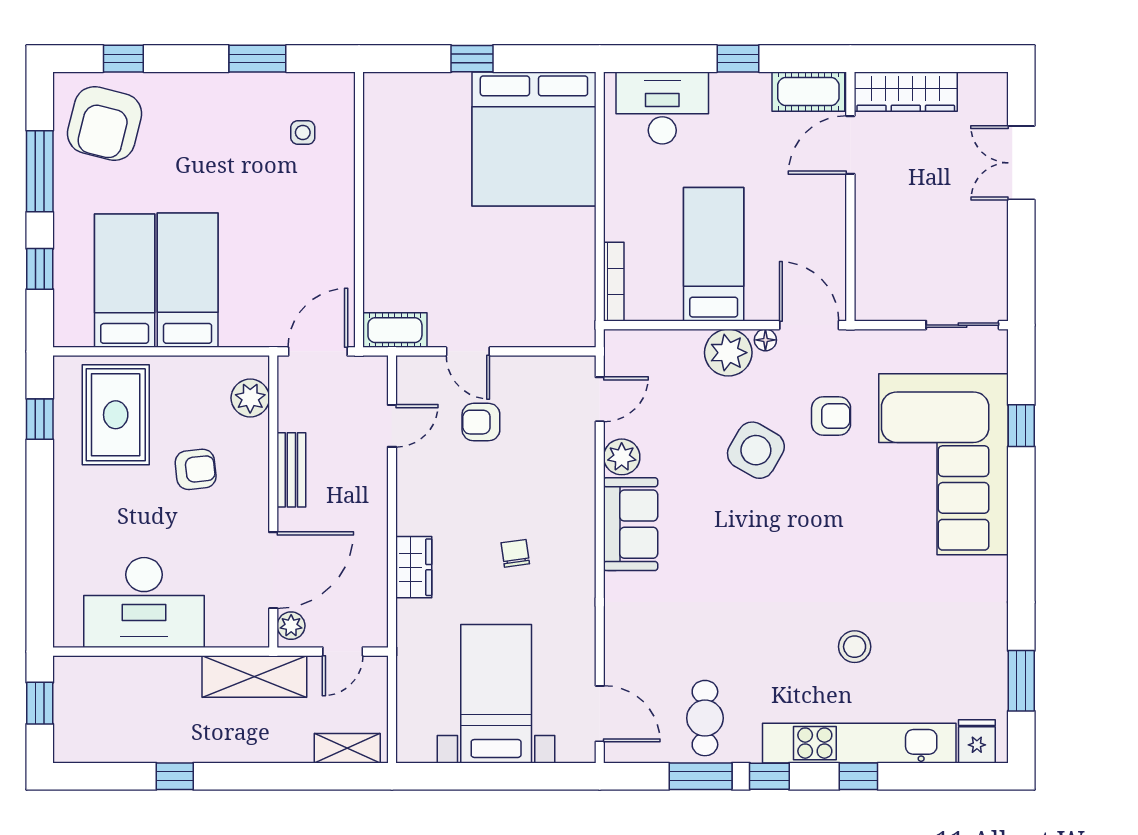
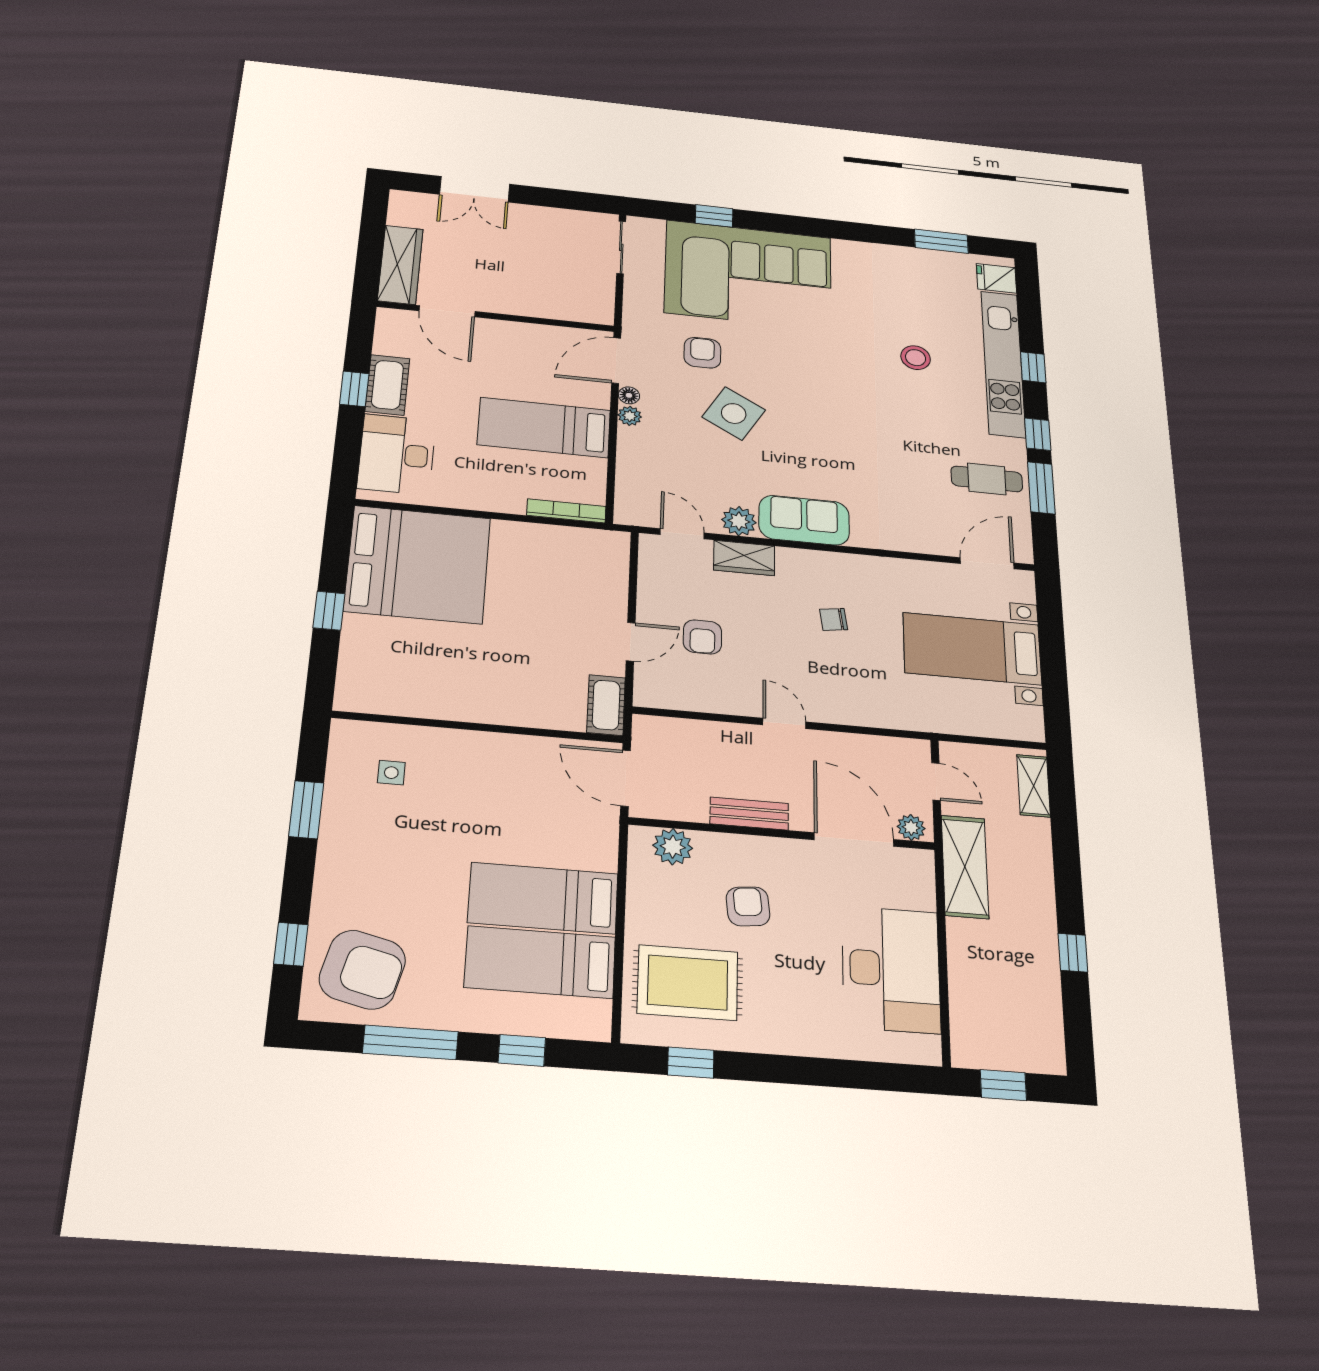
cot: (808, 92) -> (387, 385), moved
plant: (728, 353) -> (630, 416), width x0.53, depth x0.53
door: (392, 426) -> (784, 723), moved
wardrobe: (414, 567) -> (744, 558), moved, turned 180

